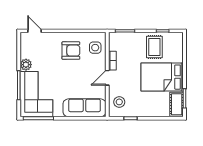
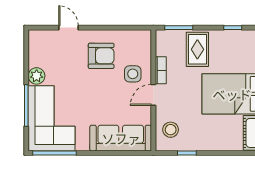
door: (35, 31) -> (68, 28), moved
rug: (154, 47) -> (197, 49), moved
side table: (95, 48) -> (133, 74), moved

